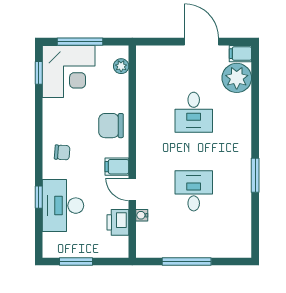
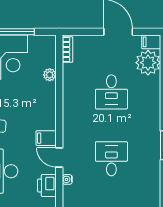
bookcase: (142, 63) -> (67, 50), added
plant: (121, 66) -> (50, 75), moved
chair: (111, 126) -> (41, 103), removed

